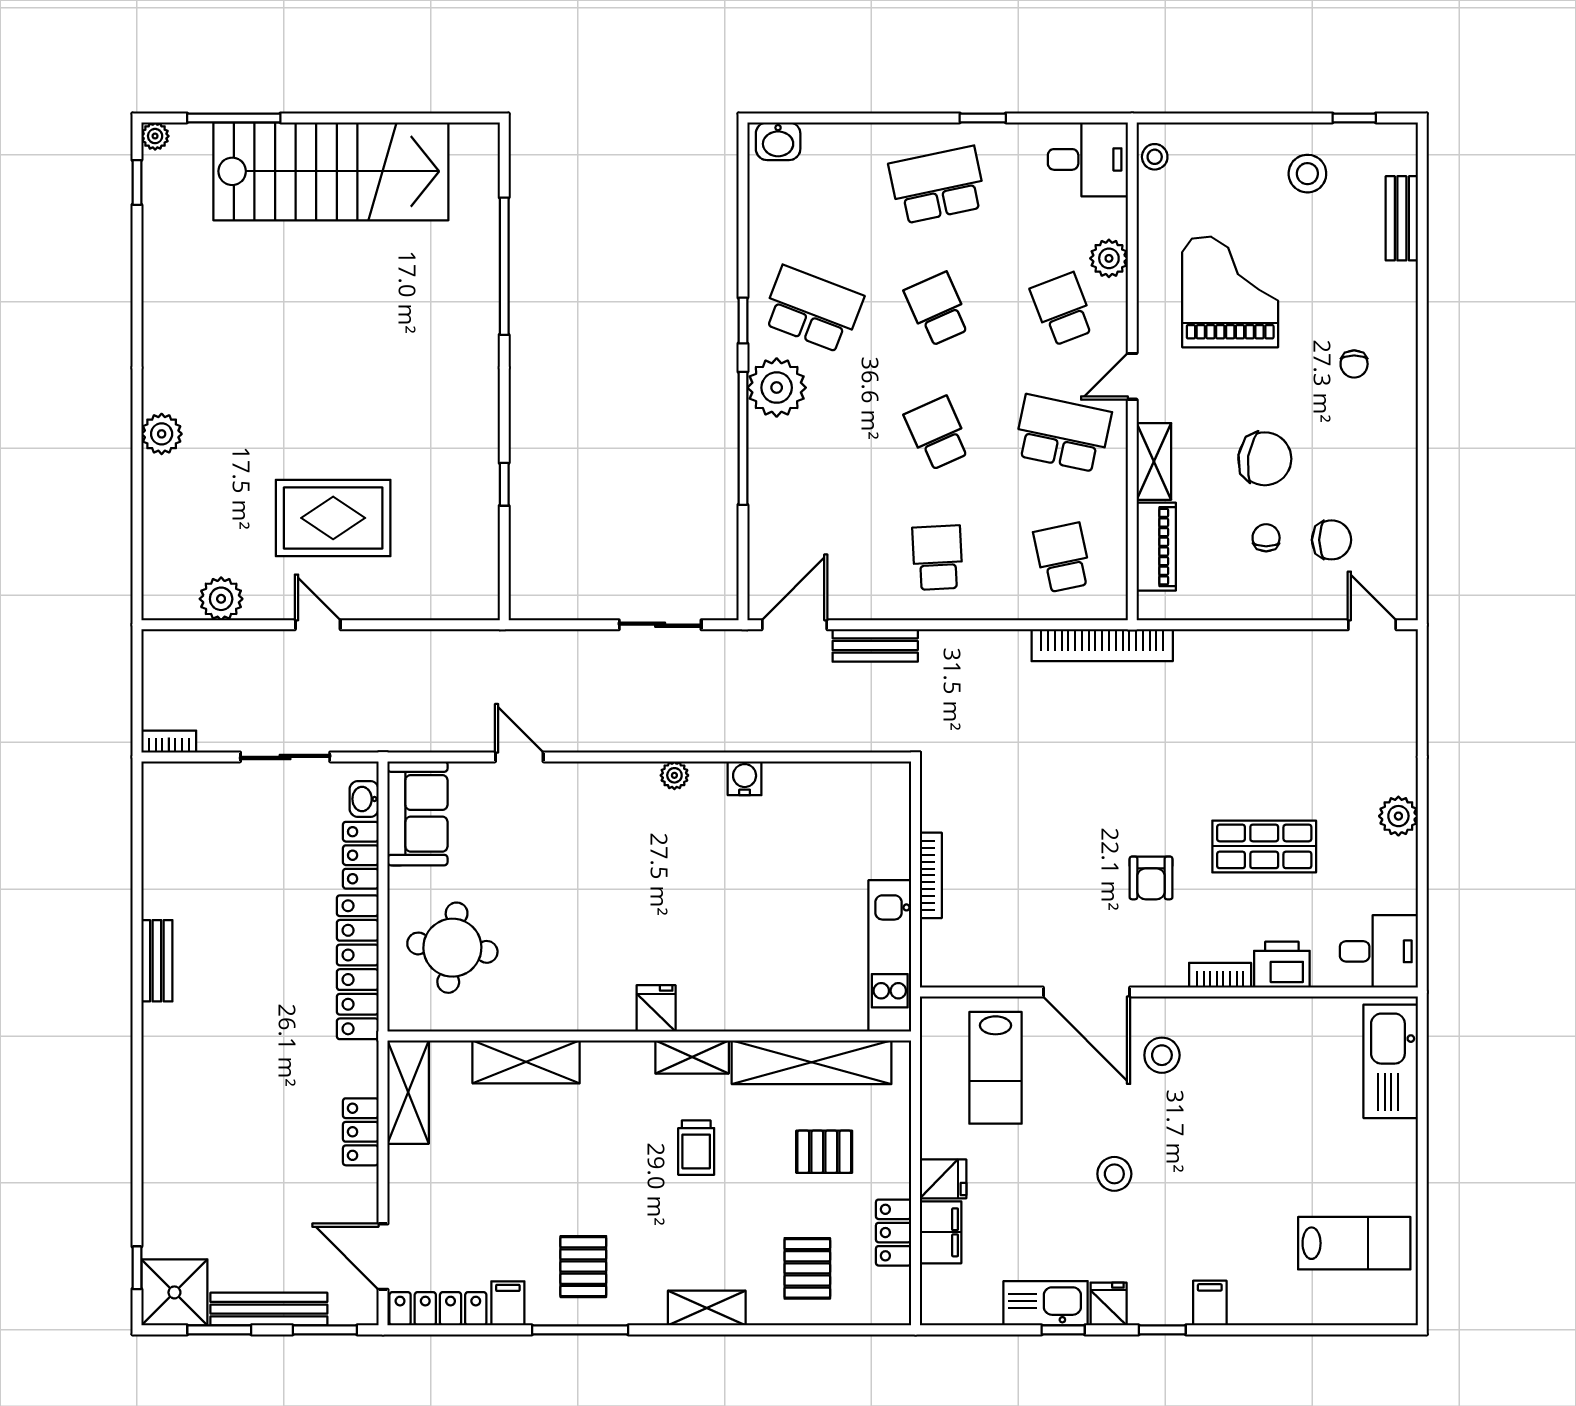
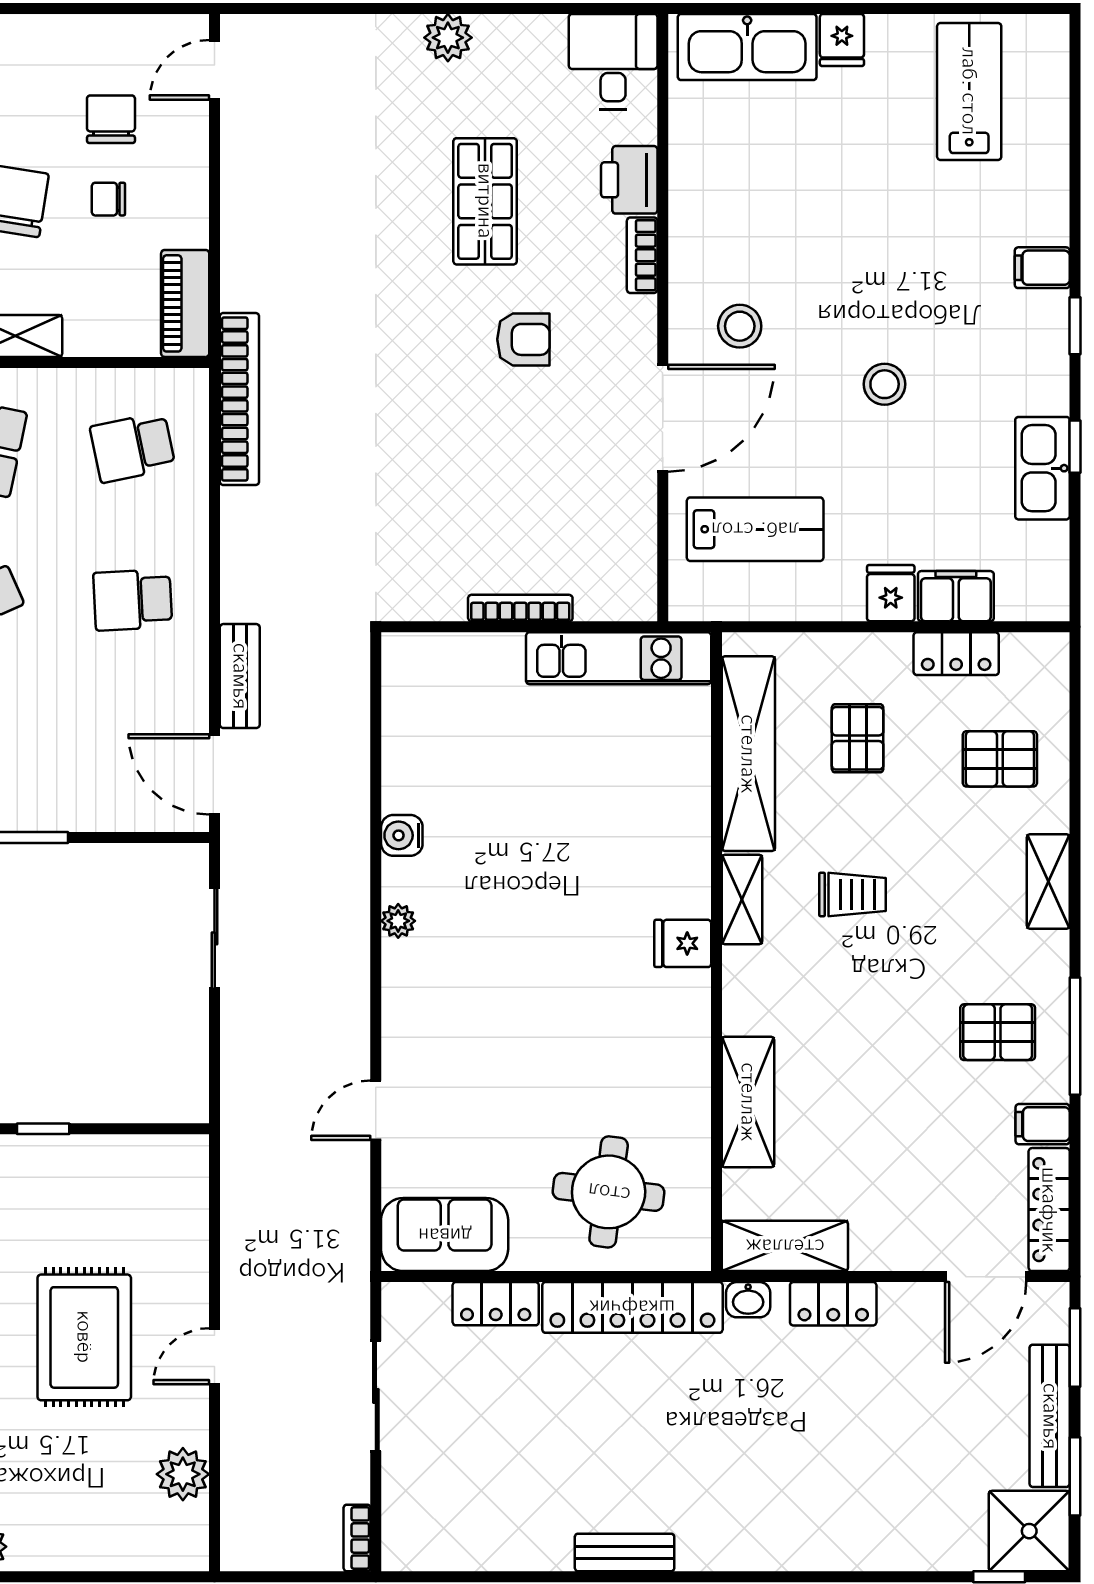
piano: (1156, 547) -> (185, 303), moved, turned -90
washbasin: (364, 799) -> (748, 1300), moved
fridge: (1109, 1304) -> (842, 40), moved, turned -90

